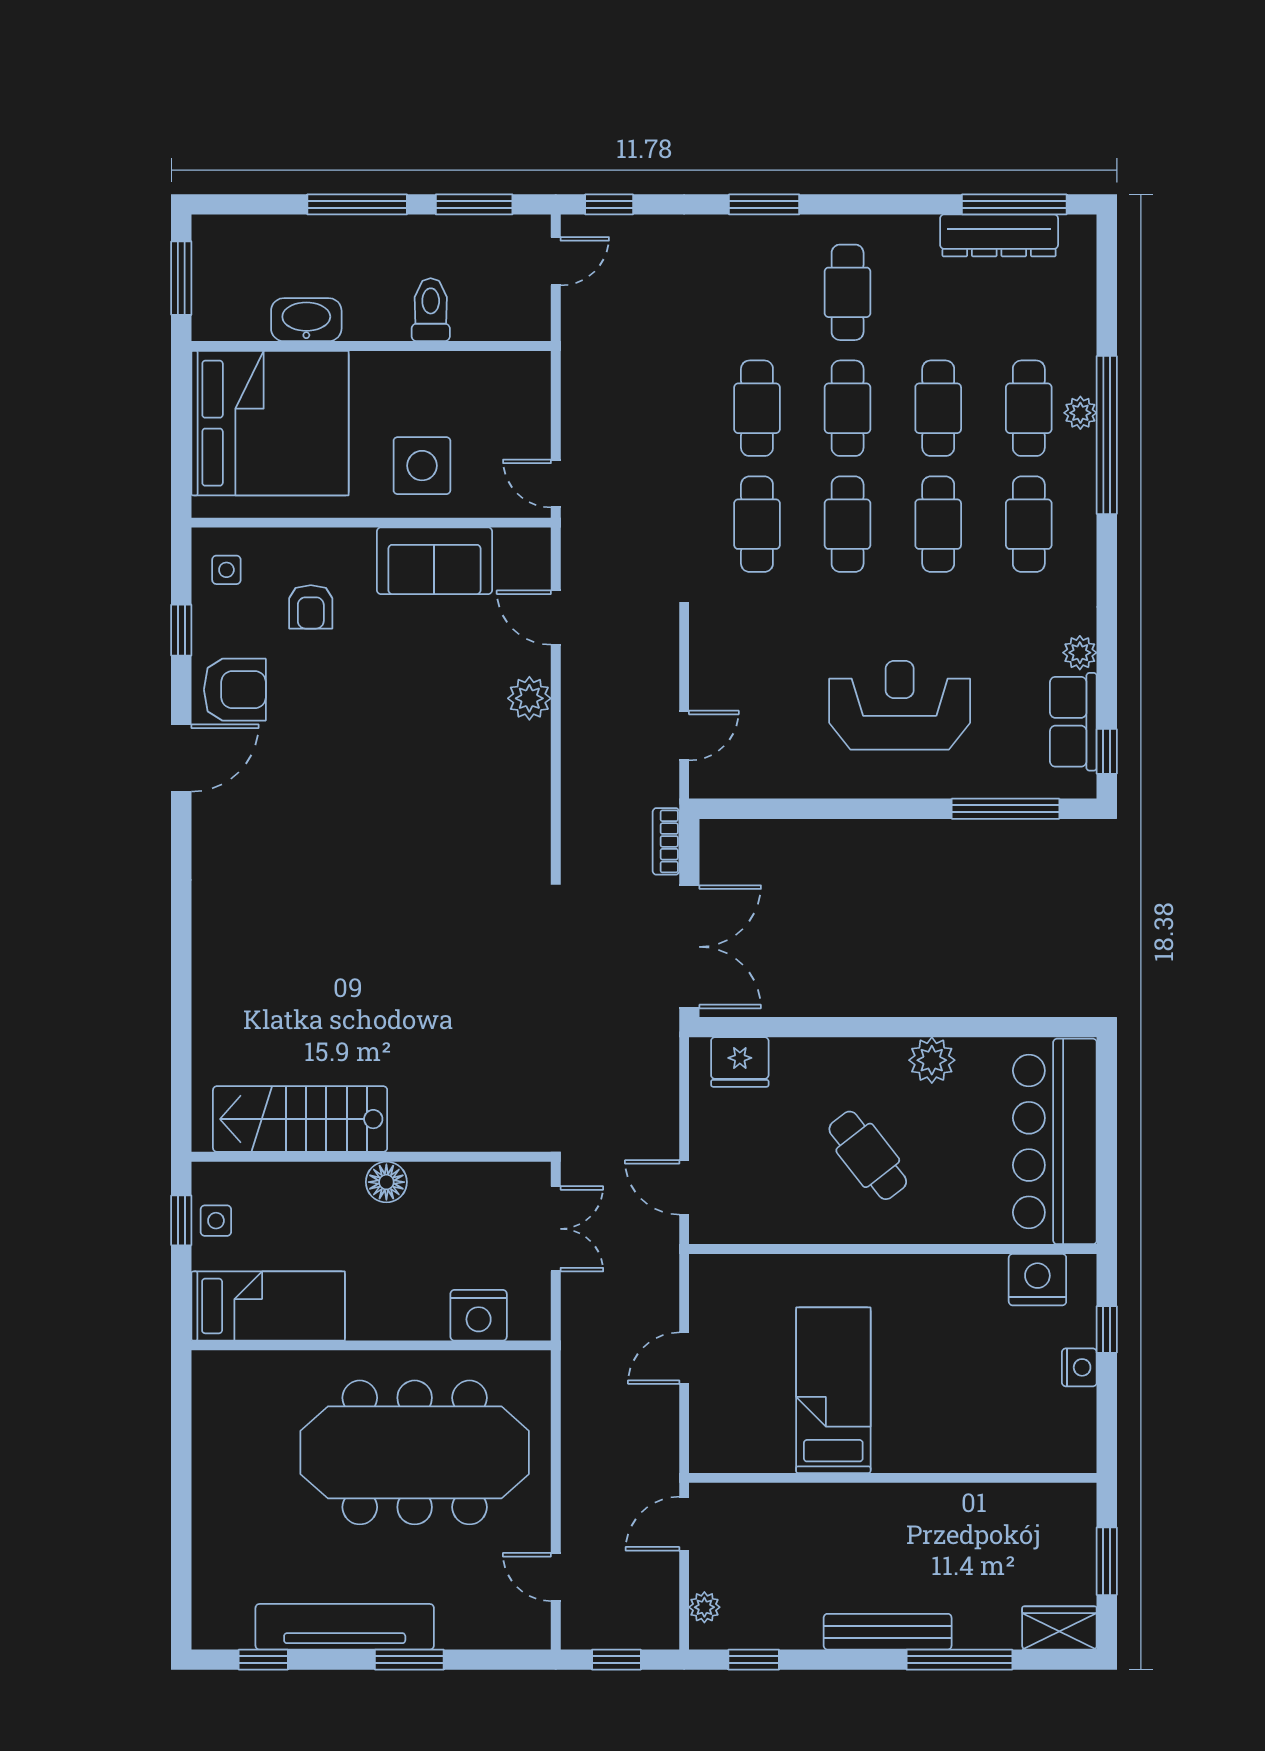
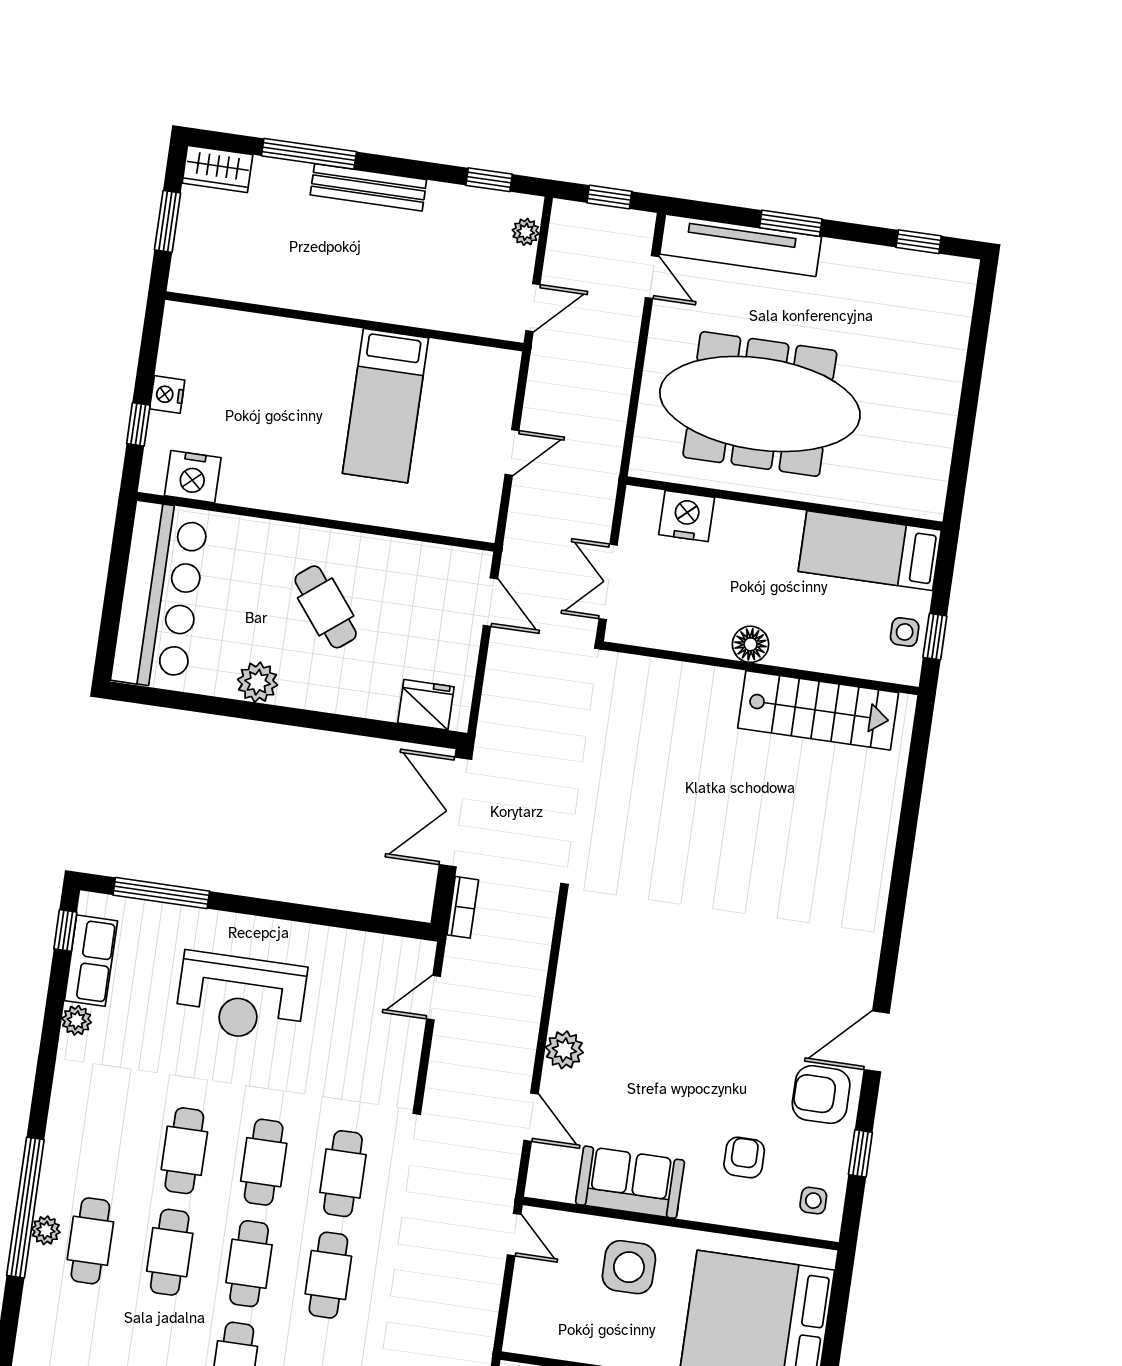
cafe table: (1029, 524) -> (105, 1139), removed
tv unit: (345, 1627) -> (741, 245), moved

